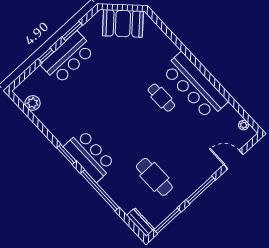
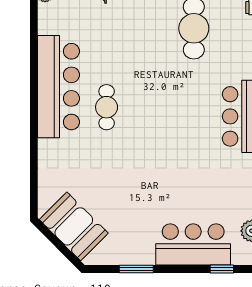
window: (46, 55) -> (222, 269), moved
bar counter: (68, 58) -> (193, 244), moved

